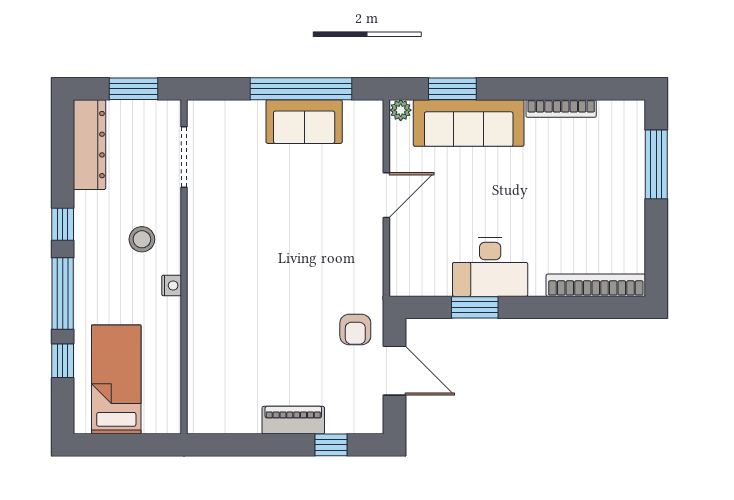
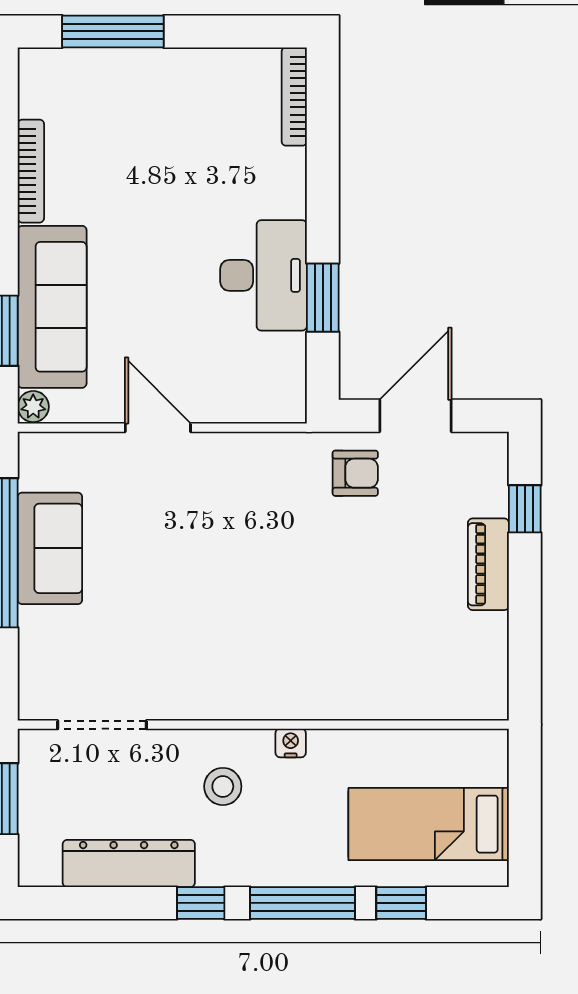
dresser: (89, 145) -> (129, 863), moved
bookcase: (596, 285) -> (294, 97), width x0.68, depth x0.76

